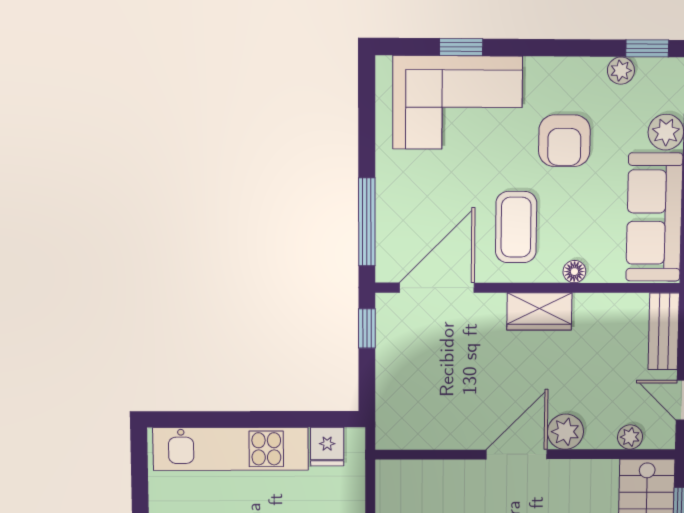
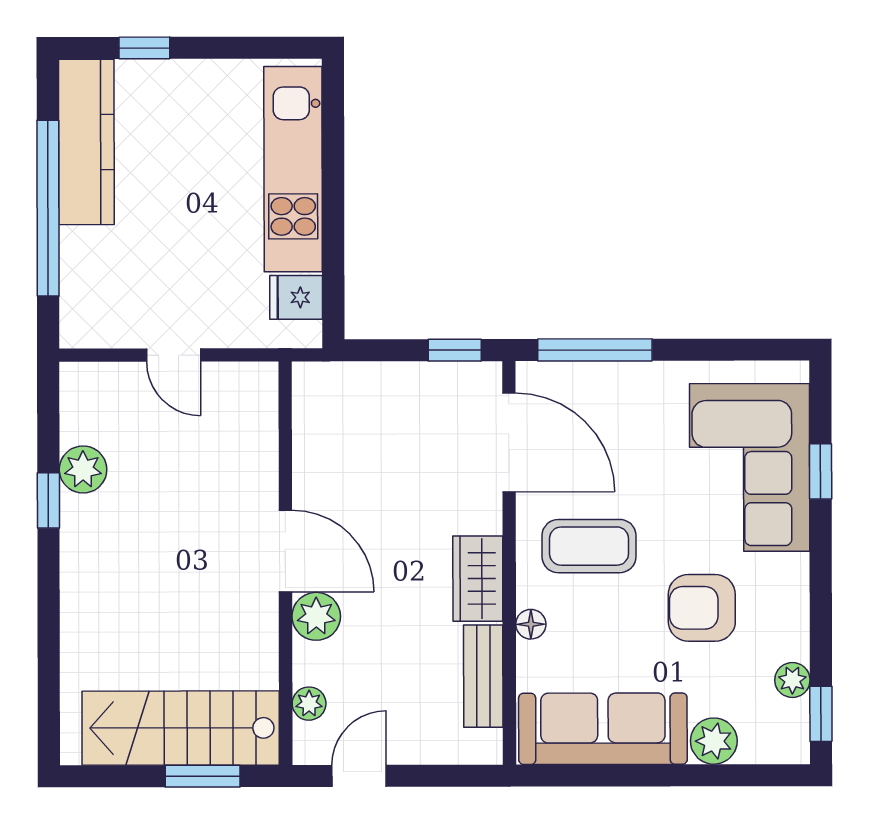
bench: (664, 331) -> (483, 676), moved, turned 90

